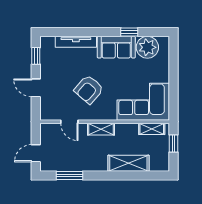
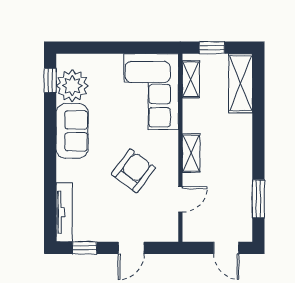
window: (129, 32) -> (50, 80), moved
tv unit: (76, 42) -> (64, 212), moved
armchair: (89, 89) -> (133, 171), turned -94
shelving: (128, 163) -> (241, 83), moved

